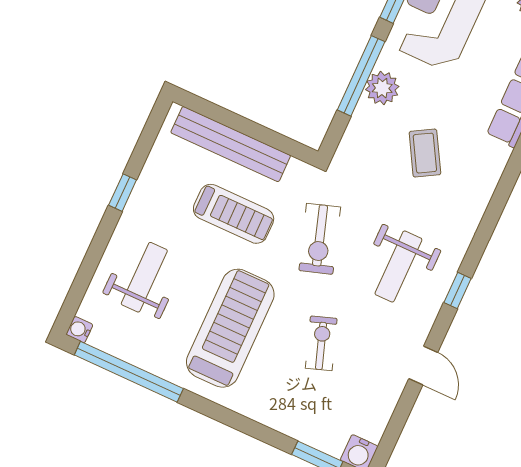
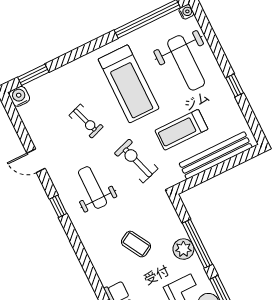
weight bench: (144, 277) -> (186, 63), width x1.36, depth x1.33

